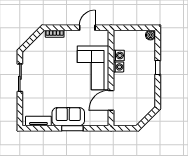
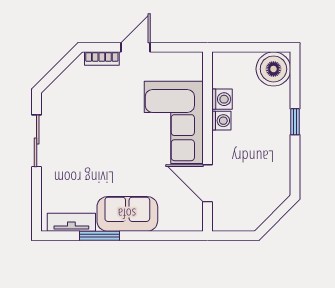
door: (87, 28) -> (135, 47), moved
boiler: (150, 35) -> (273, 69), width x1.86, depth x1.86
door: (111, 100) -> (207, 183), hinge flipped
window: (72, 128) -> (99, 236), moved

